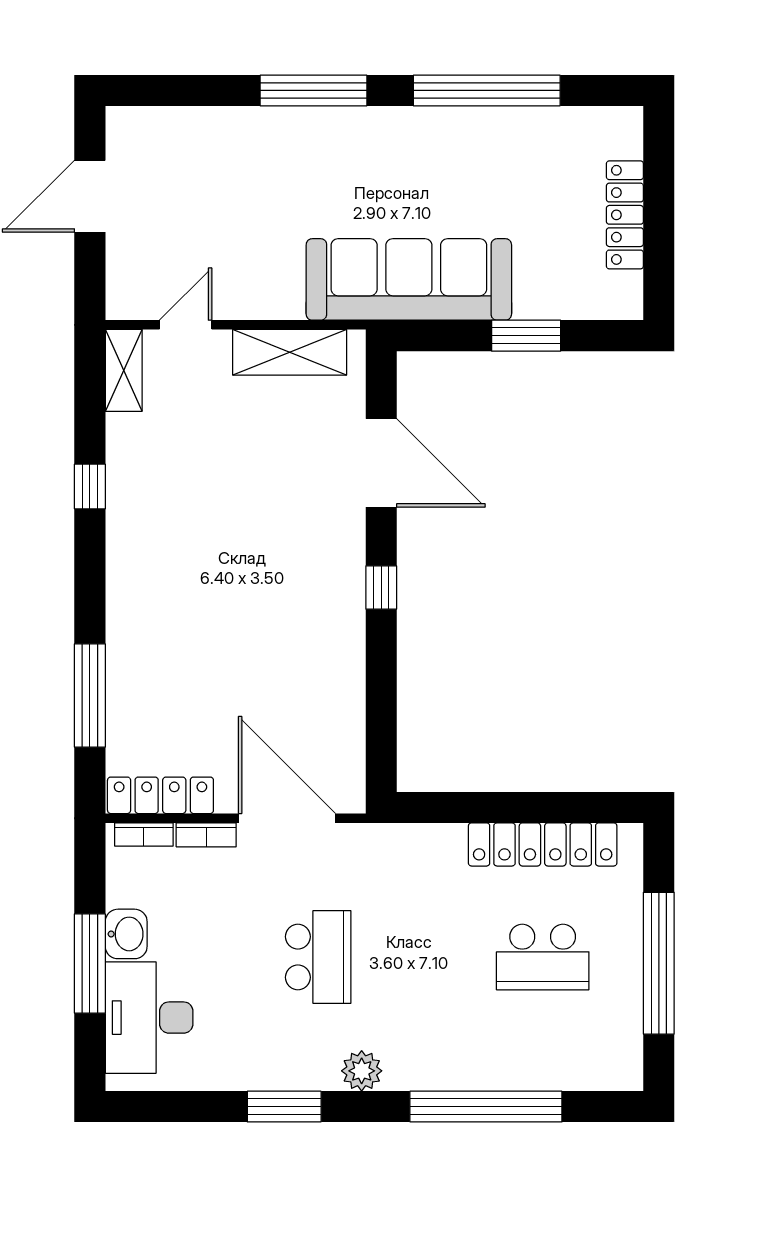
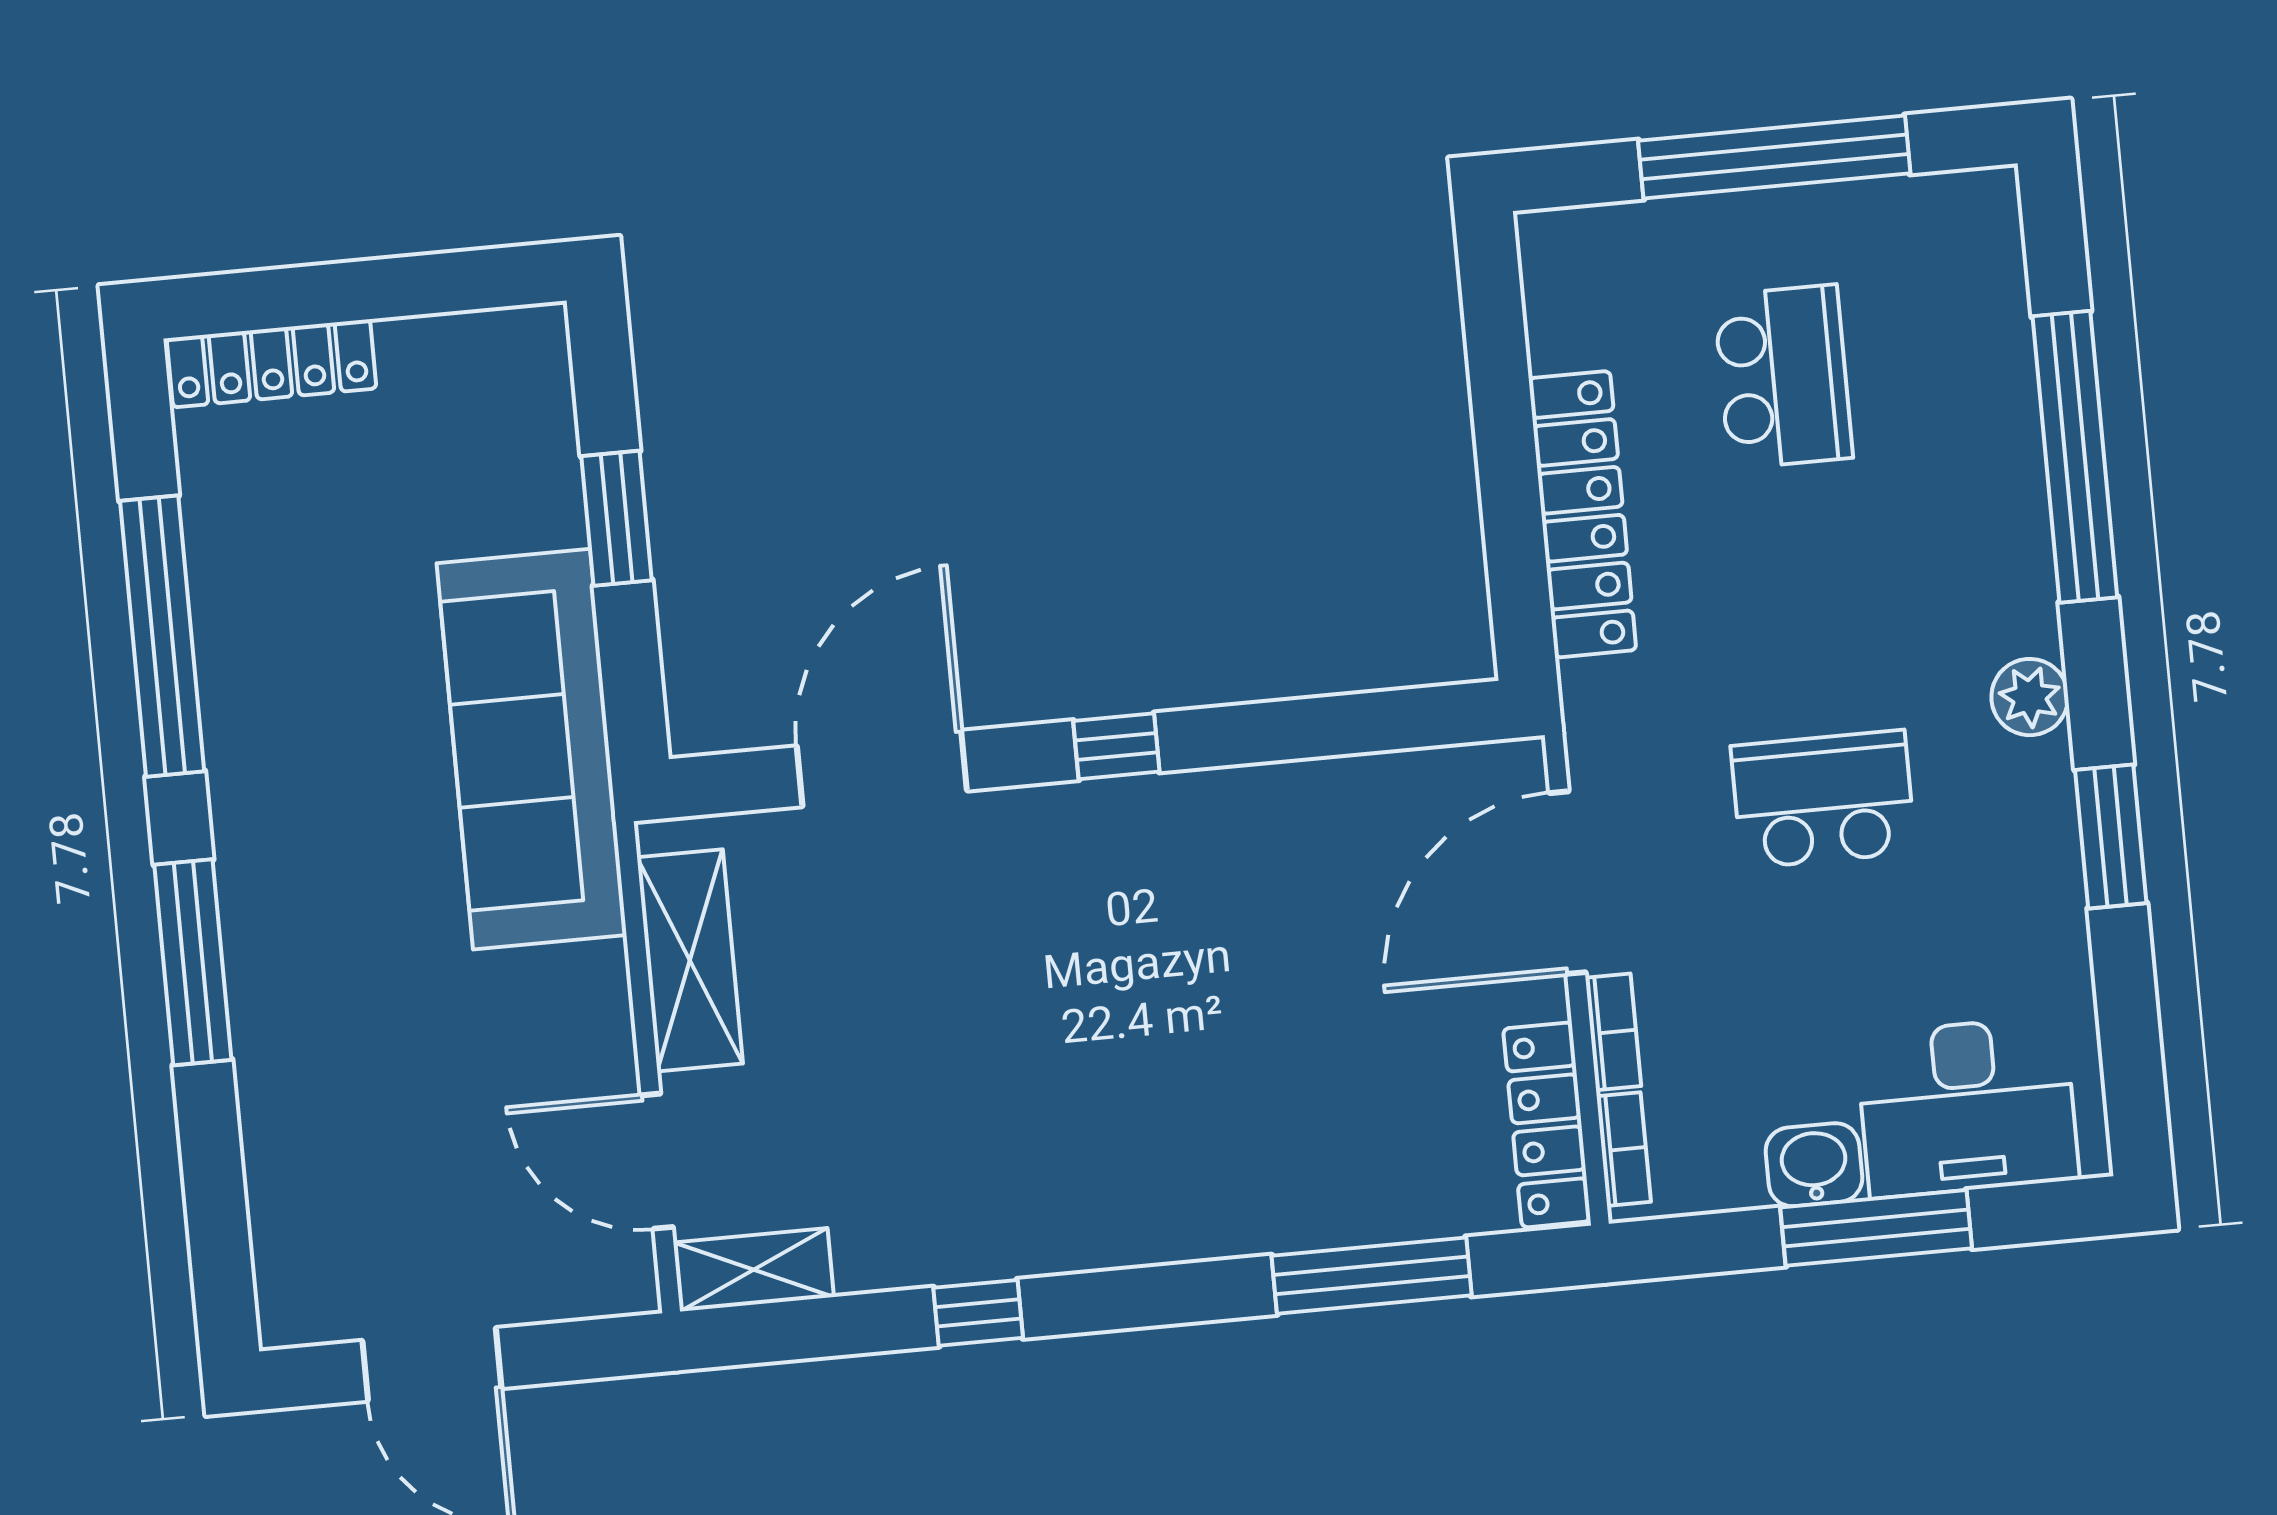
locker: (625, 215) -> (272, 363), moved
door: (186, 325) -> (657, 1161), width x1.38
locker: (543, 844) -> (1582, 514), moved

